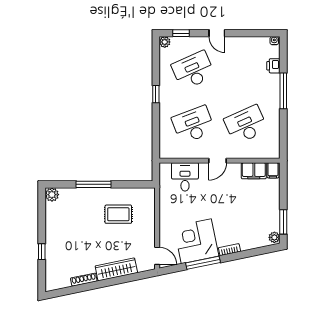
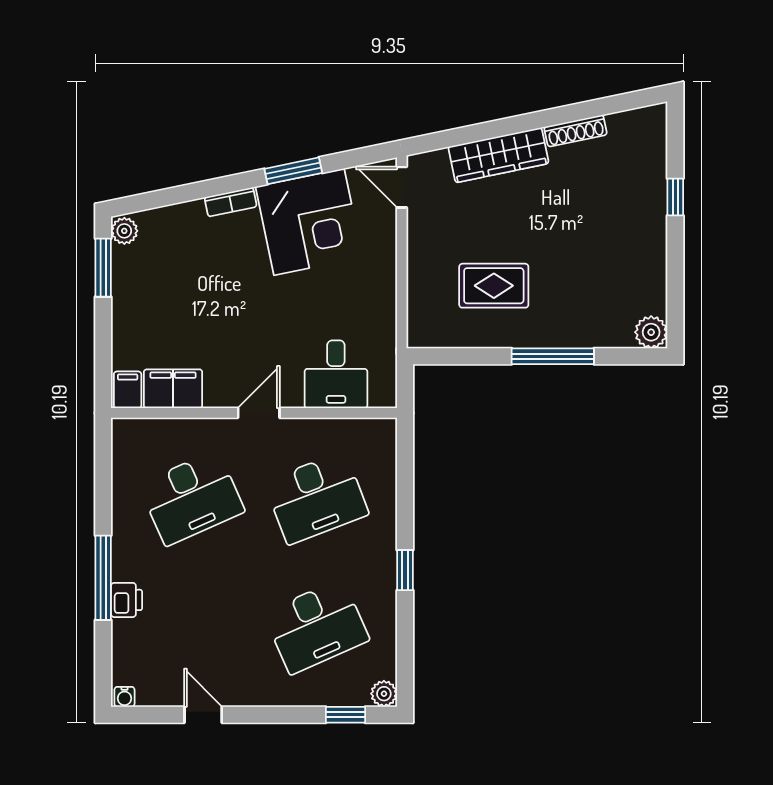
door: (217, 33) -> (203, 715), moved
printer: (273, 66) -> (127, 600), moved
window: (203, 263) -> (293, 171), width x0.69

